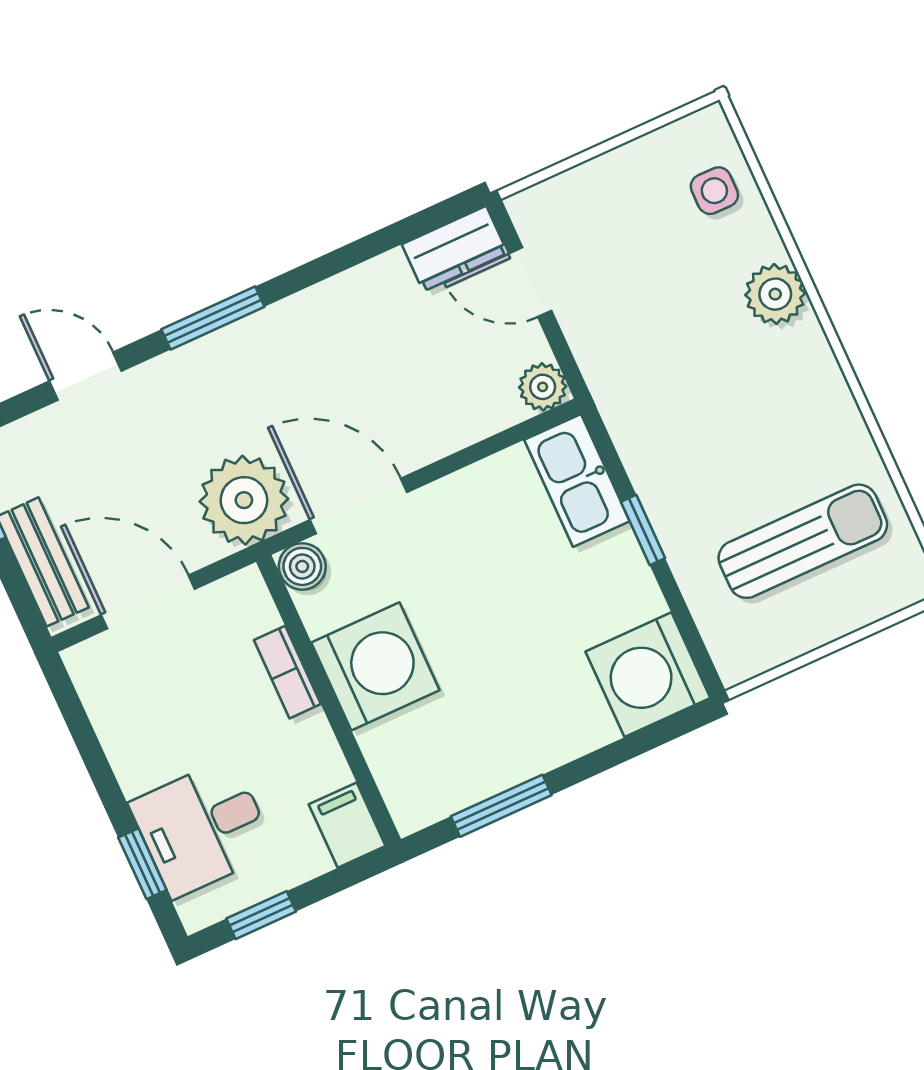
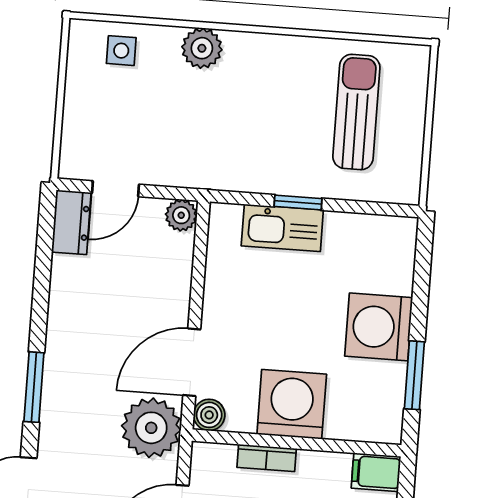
kitchen sink: (577, 481) -> (282, 228), moved
washing machine: (648, 675) -> (379, 327), moved, turned 90

